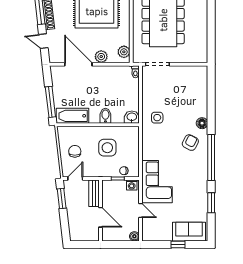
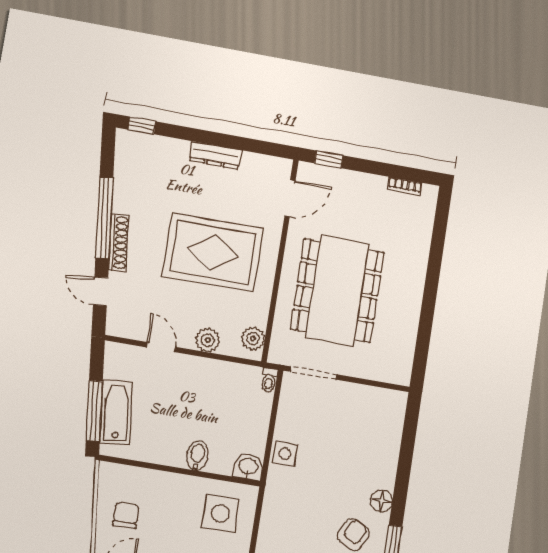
door: (78, 64) -> (161, 347), width x0.53
bathtub: (73, 116) -> (116, 412), moved, turned 83
side table: (157, 118) -> (285, 454), moved
side table: (107, 148) -> (220, 513), moved

